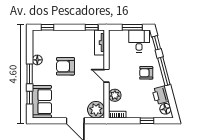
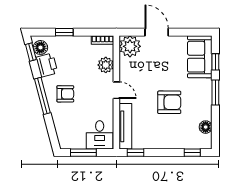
desk: (139, 41) -> (100, 135), moved
tv unit: (100, 43) -> (125, 126), width x1.41
window: (156, 43) -> (31, 52), moved
floor lamp: (37, 60) -> (206, 127), moved

